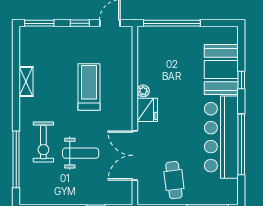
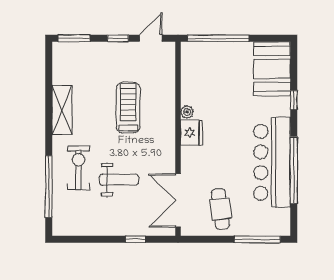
booth: (221, 70) -> (272, 69), moved
shelving: (26, 82) -> (62, 110), width x1.50, depth x1.33
exercise bike: (43, 142) -> (78, 168), turned 180
double door: (135, 155) -> (178, 200), moved

